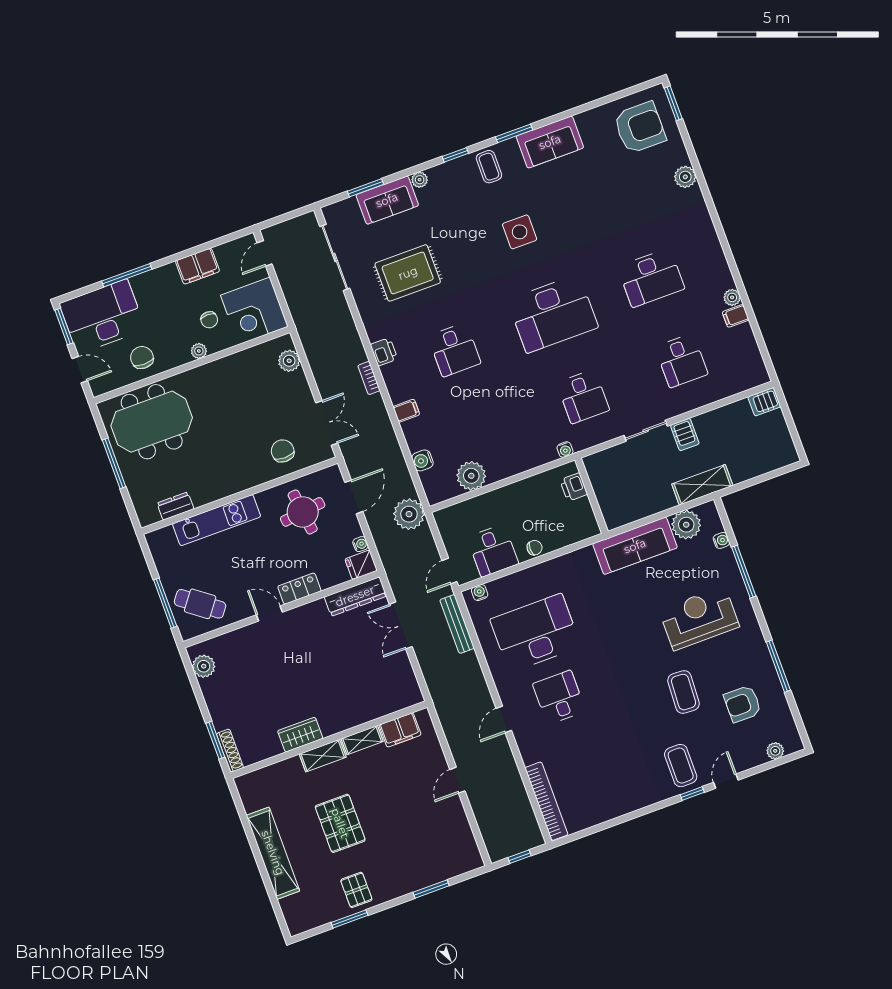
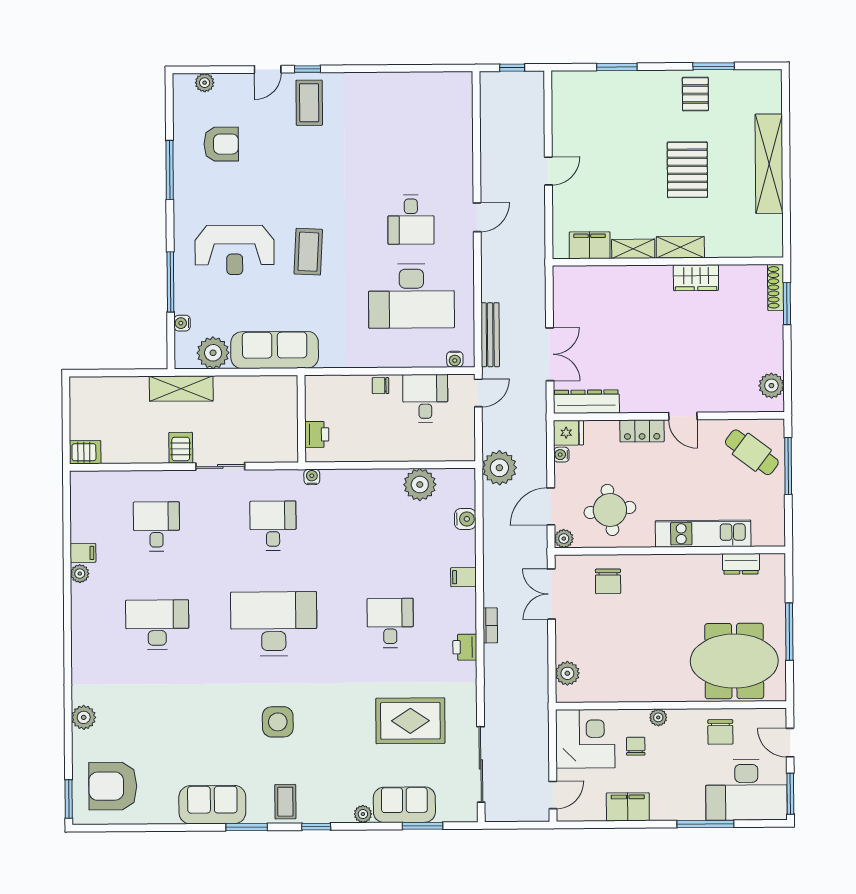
plant: (333, 474) -> (564, 539), added
coffee table: (684, 692) -> (308, 252), moved
bookcase: (546, 801) -> (463, 116), removed

